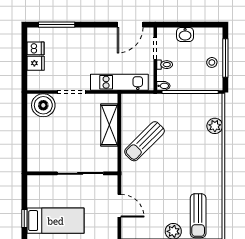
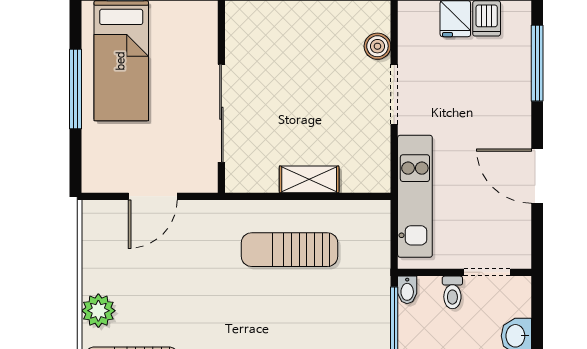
door: (130, 25) -> (537, 176), moved
boiler: (43, 105) -> (377, 46), width x0.54, depth x0.54
shelving: (109, 125) -> (309, 179), width x0.67, depth x0.75
sun lounger: (144, 141) -> (290, 250), turned -45

